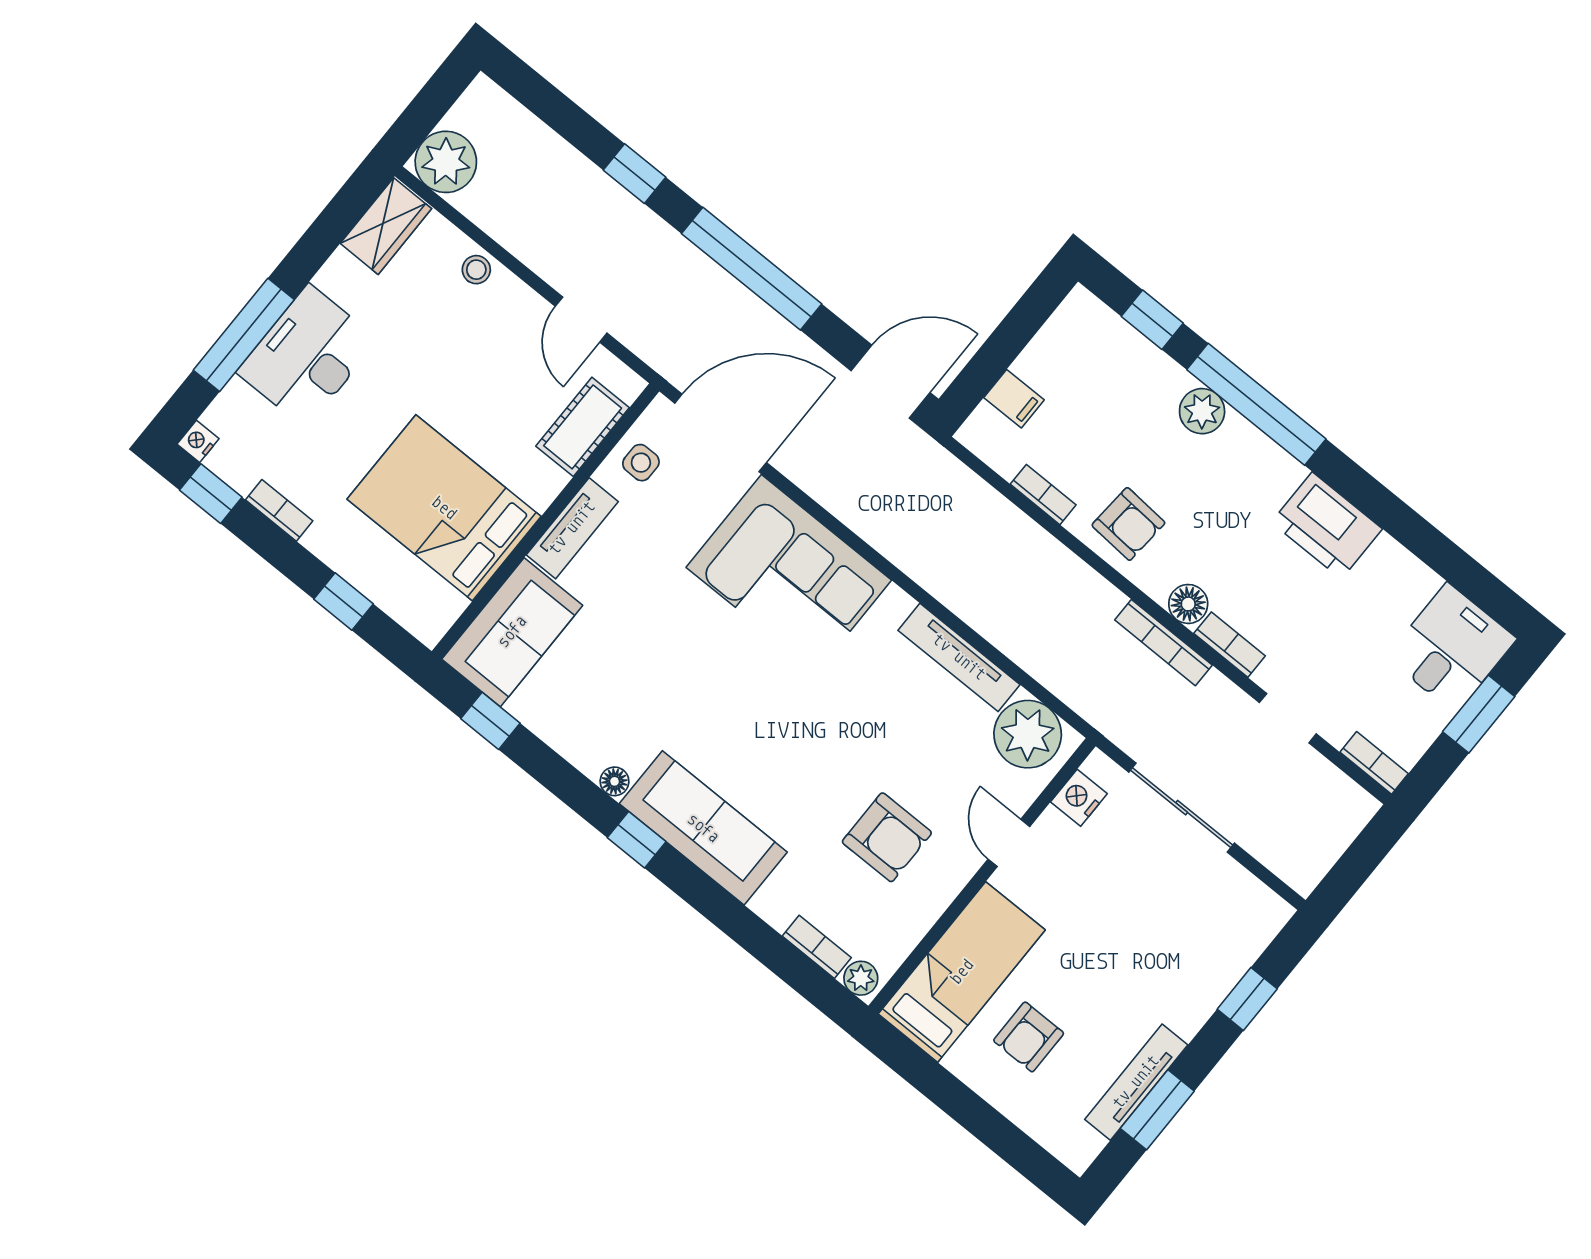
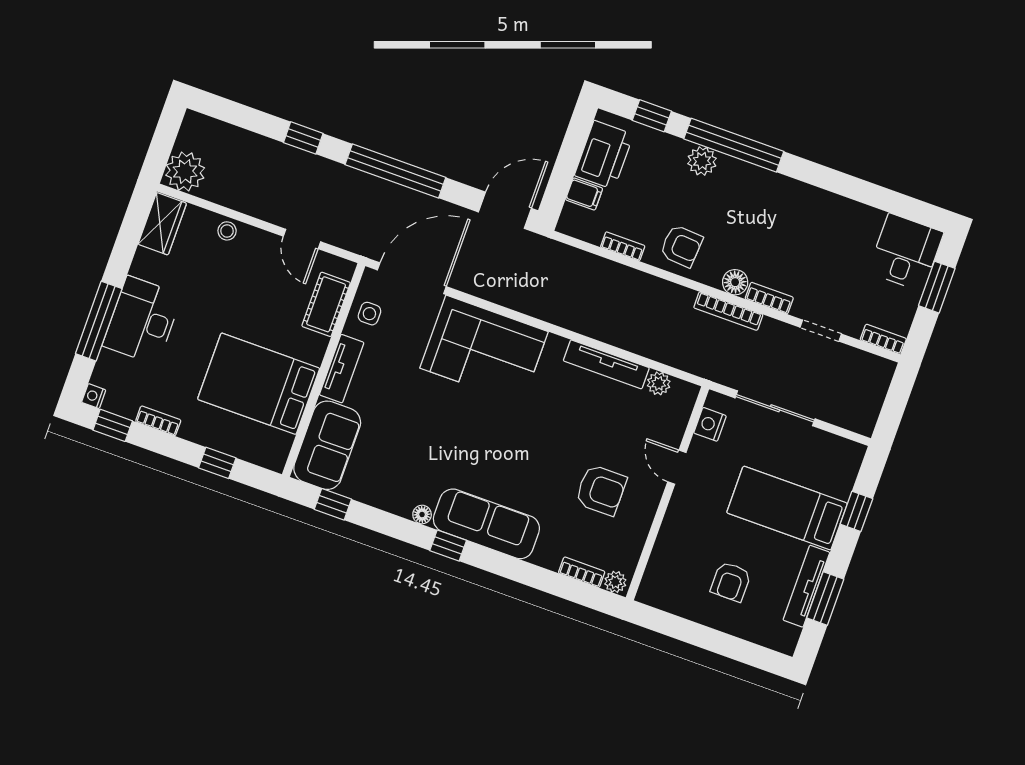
printer: (1327, 525) -> (604, 155), moved, turned -90
plant: (1028, 734) -> (659, 383), width x0.53, depth x0.53
bed: (962, 972) -> (787, 508), moved, turned -90

